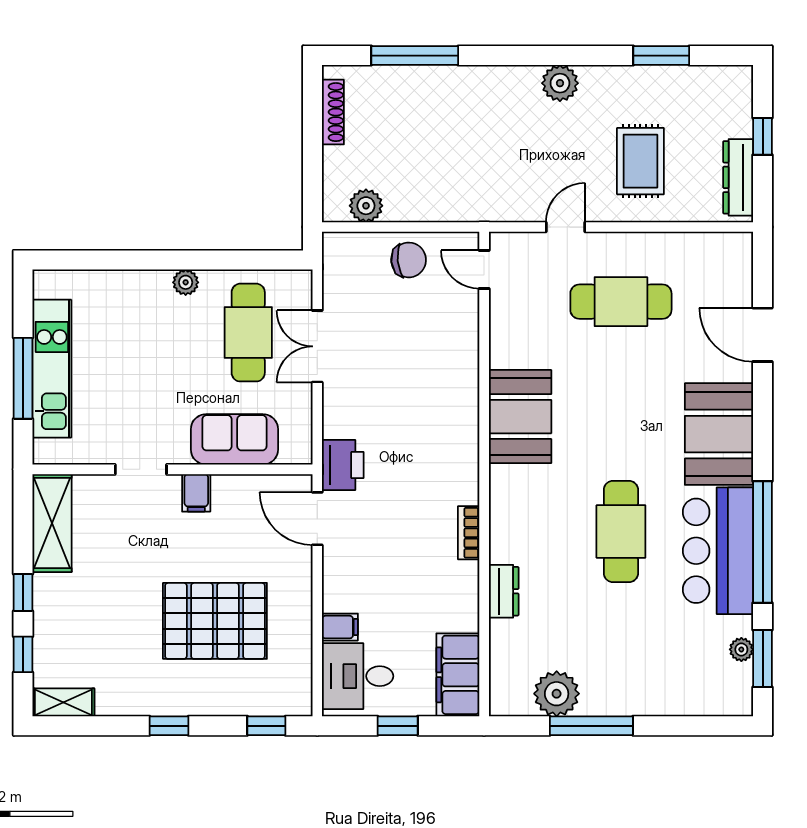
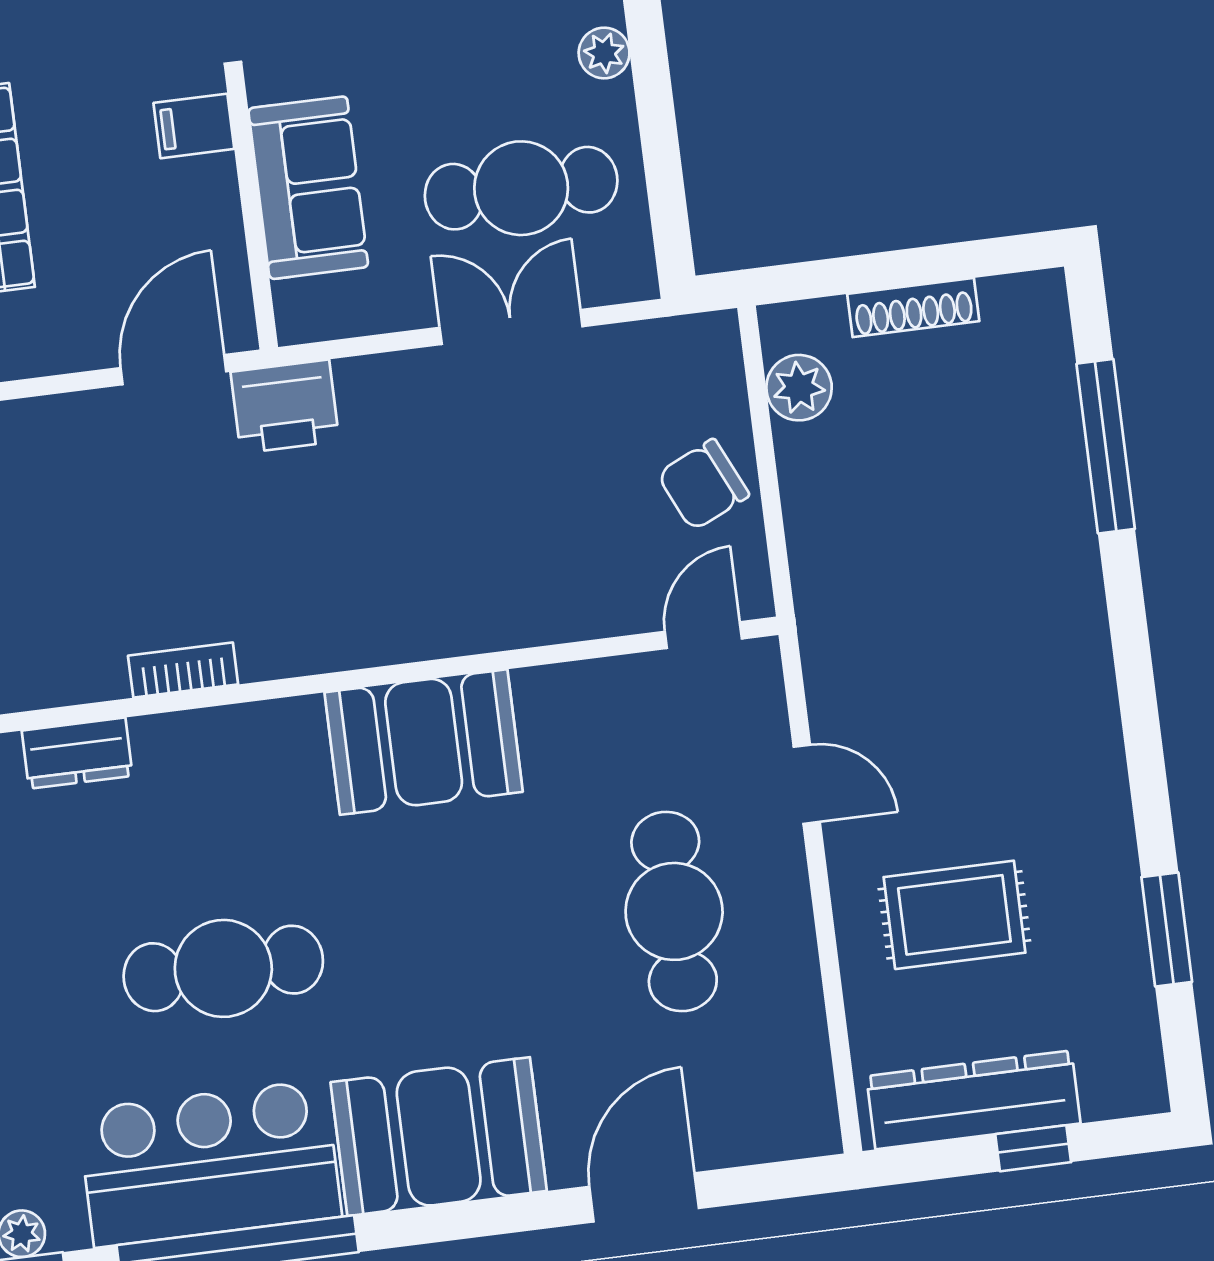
plant: (560, 83) -> (1087, 738), removed
shoe rack: (333, 112) -> (913, 308), moved
dresser: (738, 177) -> (973, 1100), width x1.37, depth x1.24
chair: (409, 260) -> (703, 485), turned 71

